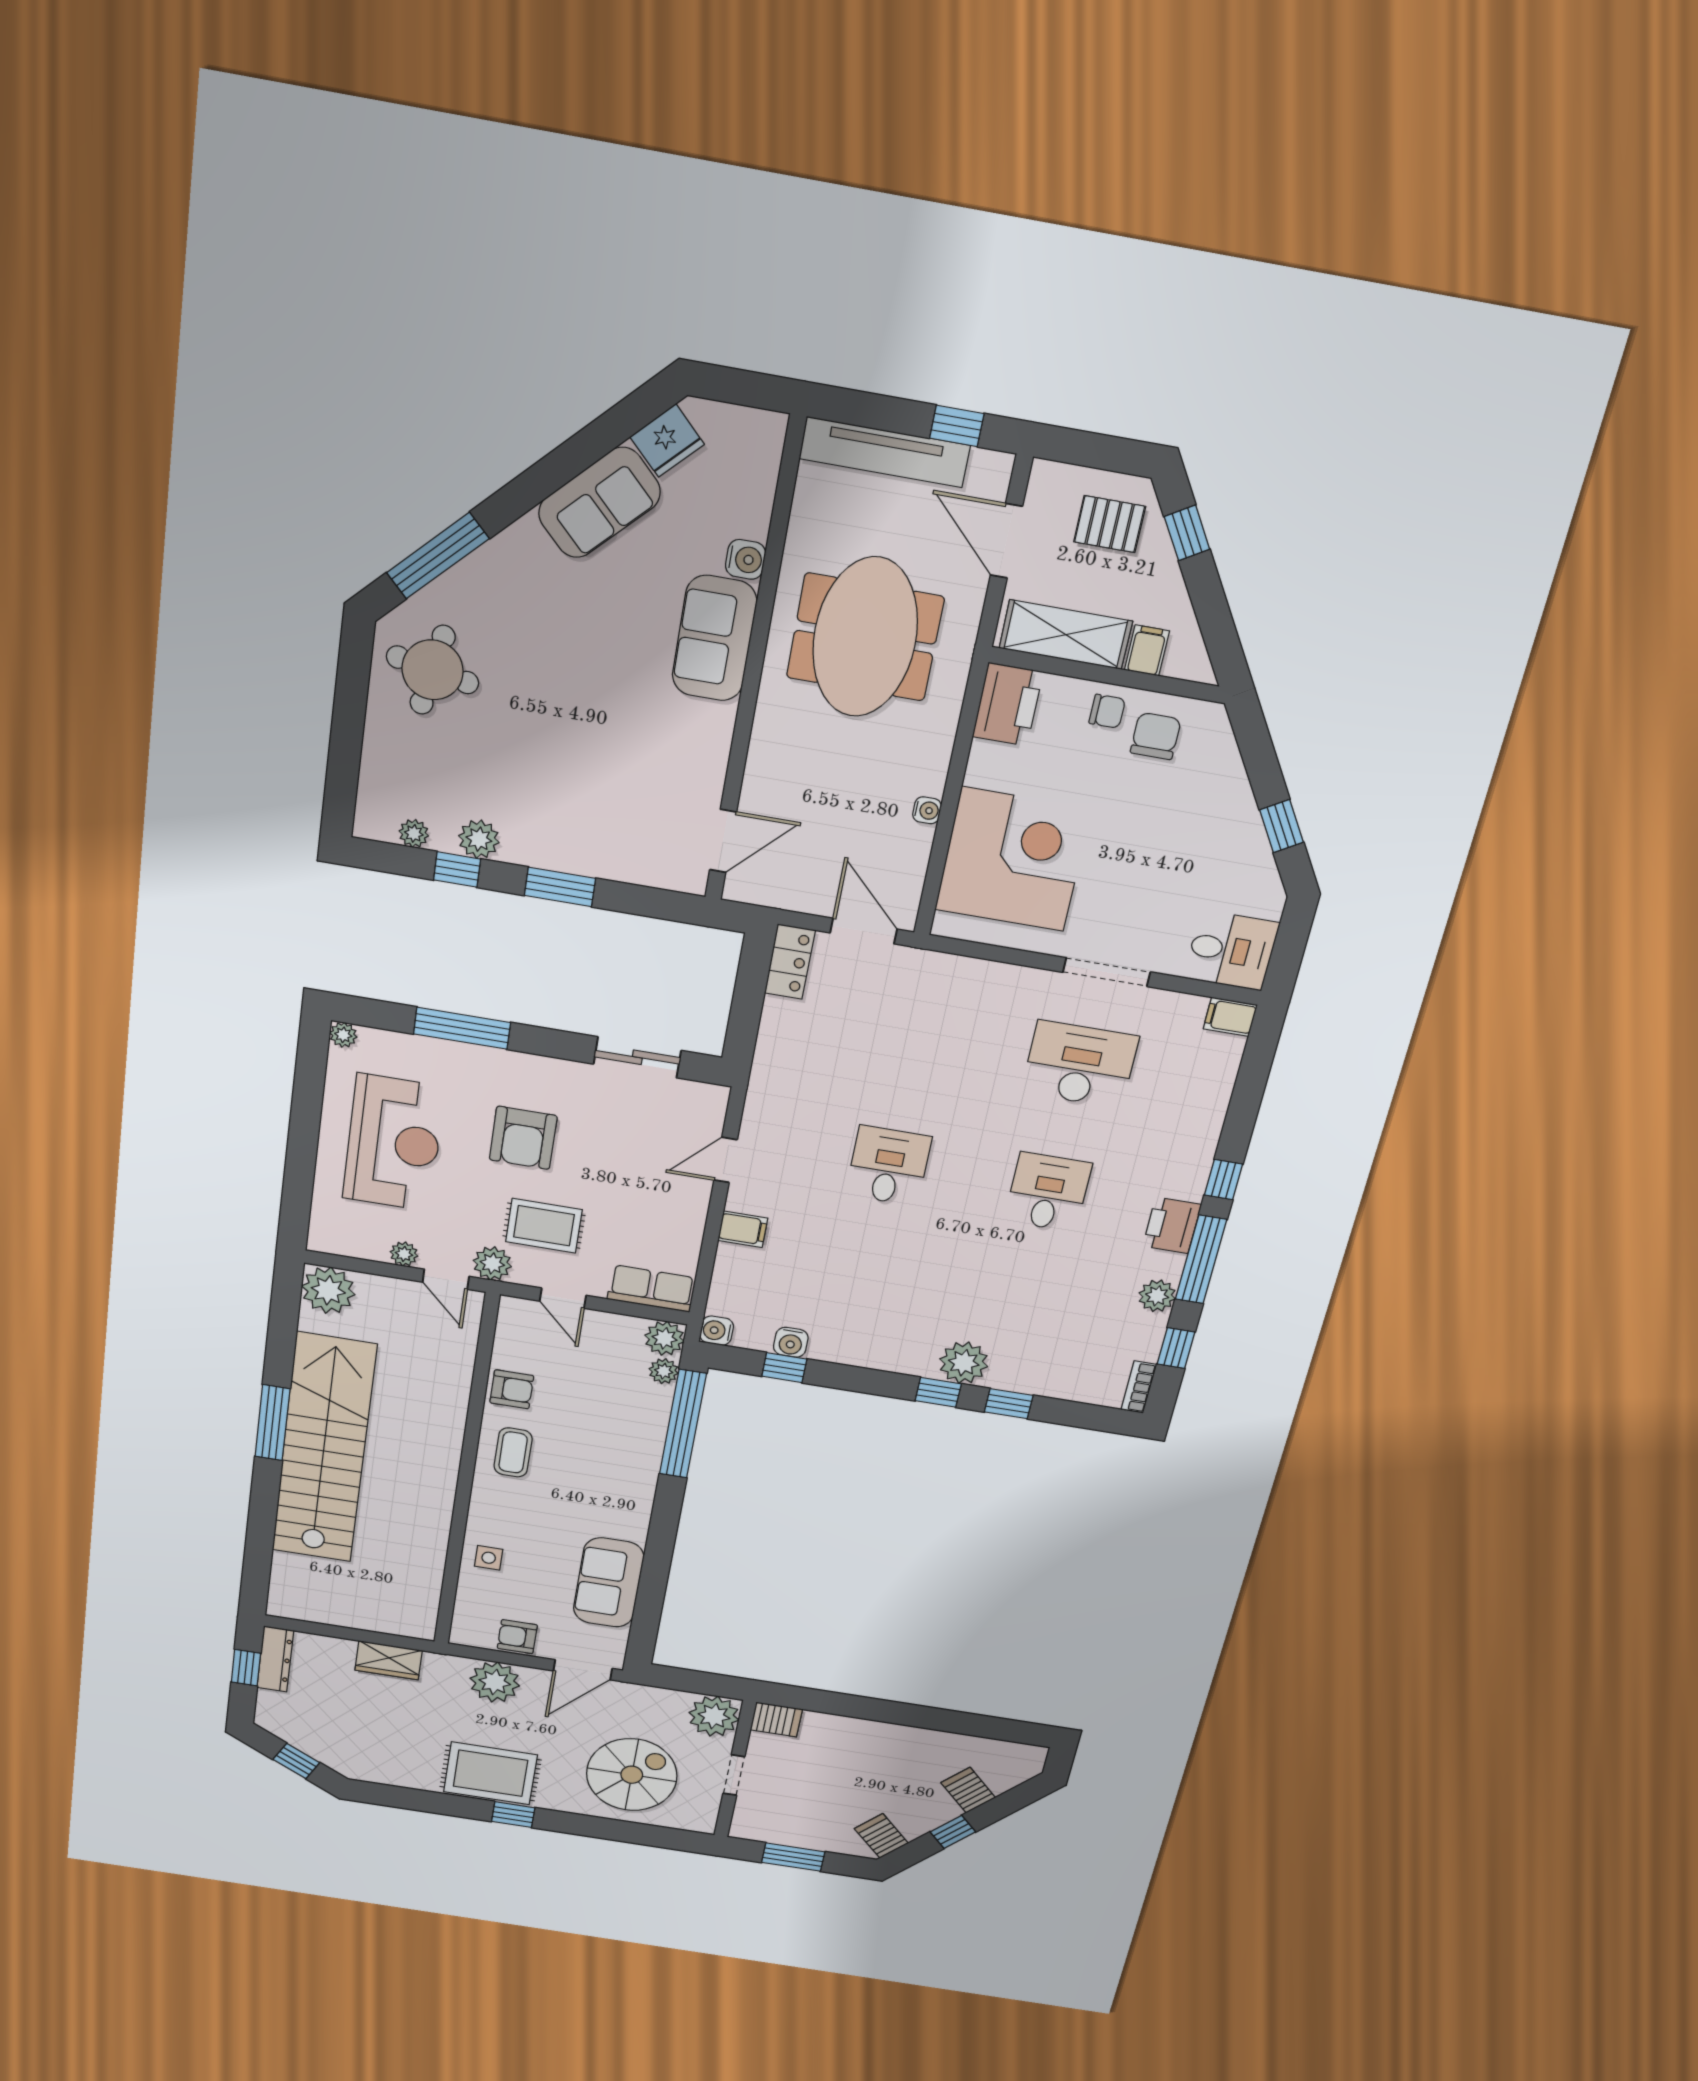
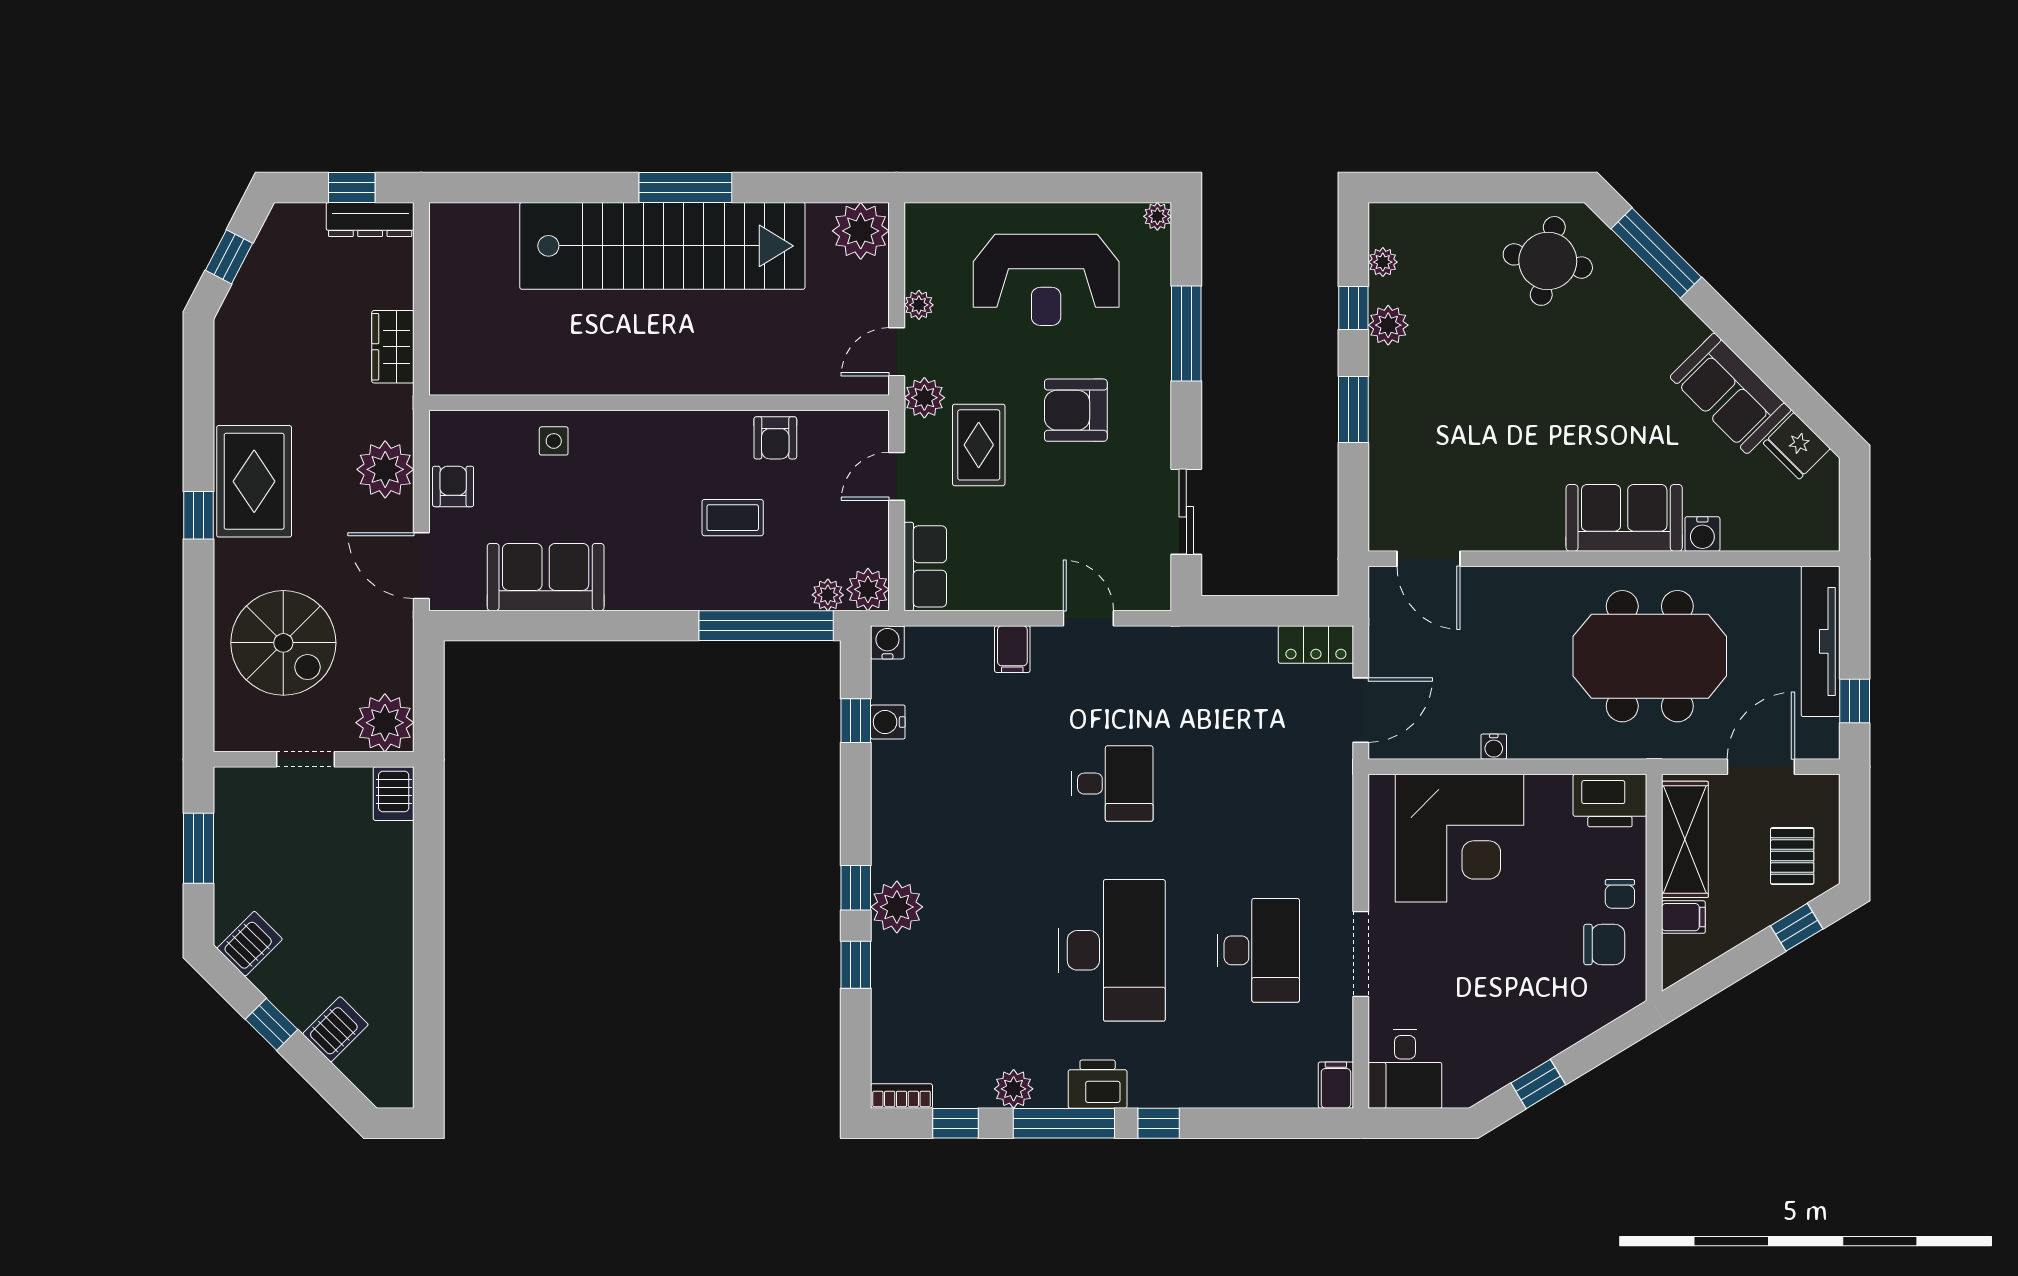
desk: (1048, 1192) -> (1112, 950), width x1.87, depth x1.30
coffee table: (513, 1452) -> (733, 518), moved

